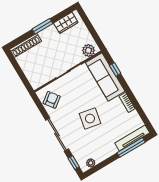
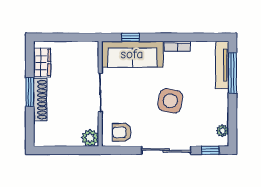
shoe rack: (25, 45) -> (40, 100), moved
plant: (89, 50) -> (90, 138), moved
armchair: (52, 100) -> (122, 132), turned -53

